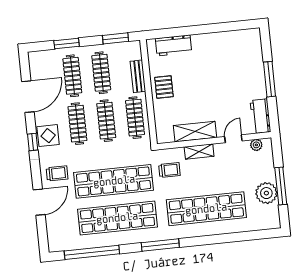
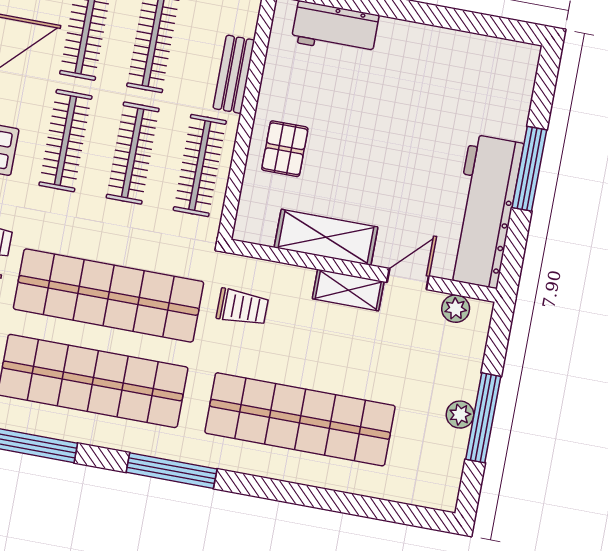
pallet: (164, 87) -> (285, 149), moved
workbench: (260, 116) -> (484, 211), width x1.88, depth x1.32
shelving: (199, 152) -> (348, 290), moved
plant: (266, 193) -> (460, 415), width x0.53, depth x0.53

